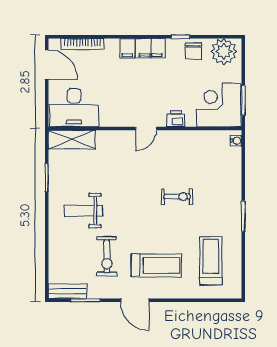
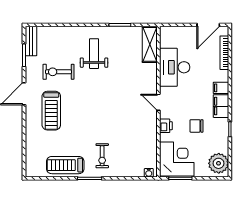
chair: (193, 51) -> (197, 126), moved
desk: (74, 108) -> (175, 67), moved
exercise bike: (177, 197) -> (102, 156), moved
treadmill: (211, 261) -> (65, 165), moved, turned 180

